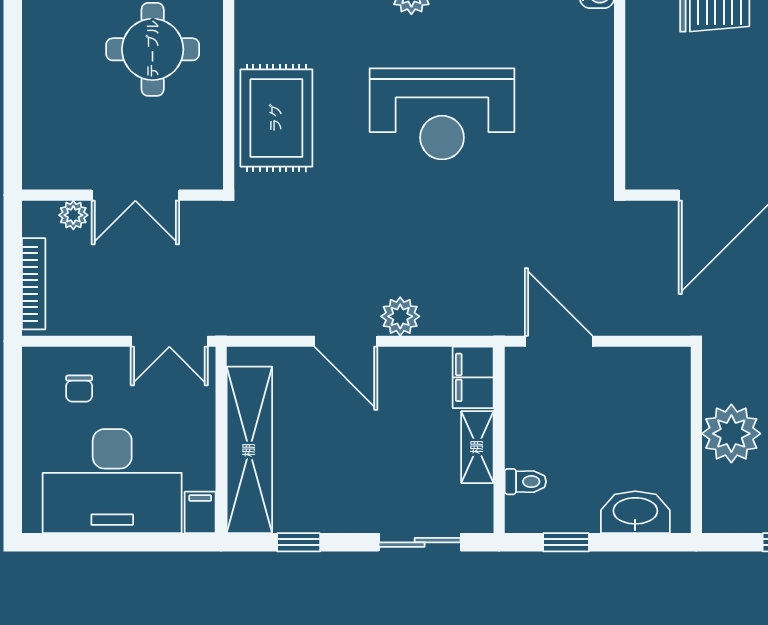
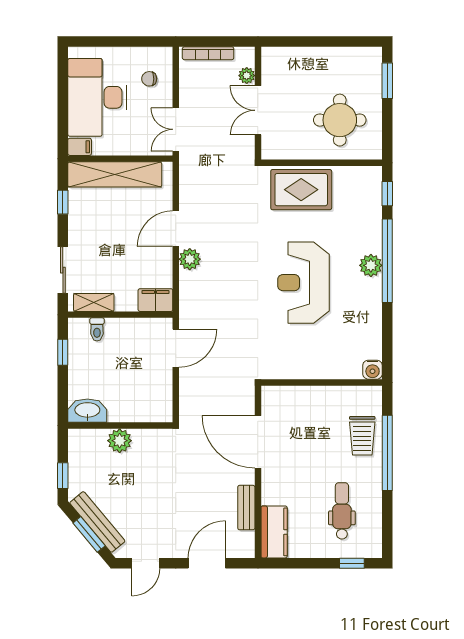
plant: (731, 434) -> (120, 441), width x0.73, depth x0.73
shelving: (477, 447) -> (94, 302), moved
washbasin: (635, 512) -> (87, 411), moved, turned -90

